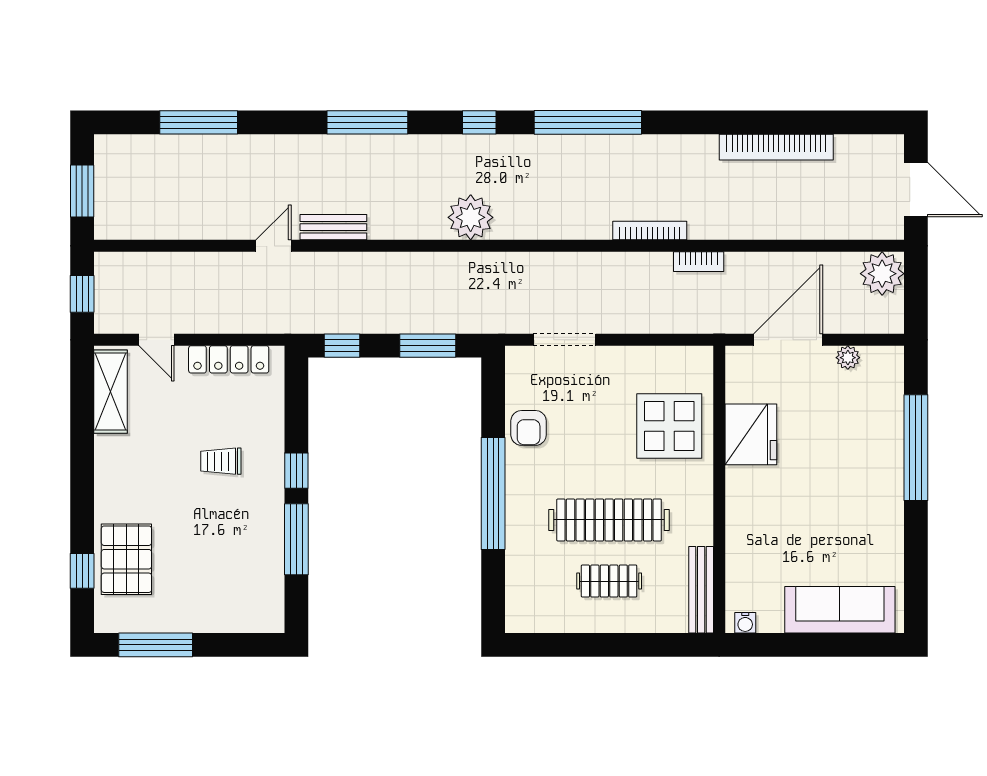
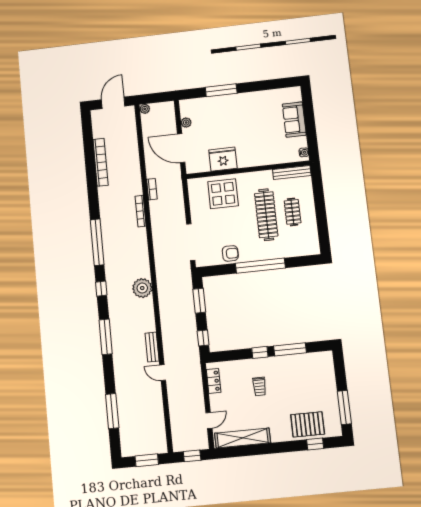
plant: (882, 274) -> (145, 109), width x0.53, depth x0.53
doorway: (565, 340) -> (191, 242), width x1.36
locker: (229, 359) -> (214, 381), width x0.66
shelving: (111, 392) -> (243, 438), width x1.47
window: (916, 448) -> (221, 90), width x0.68
sofa: (840, 610) -> (294, 120), width x0.73

